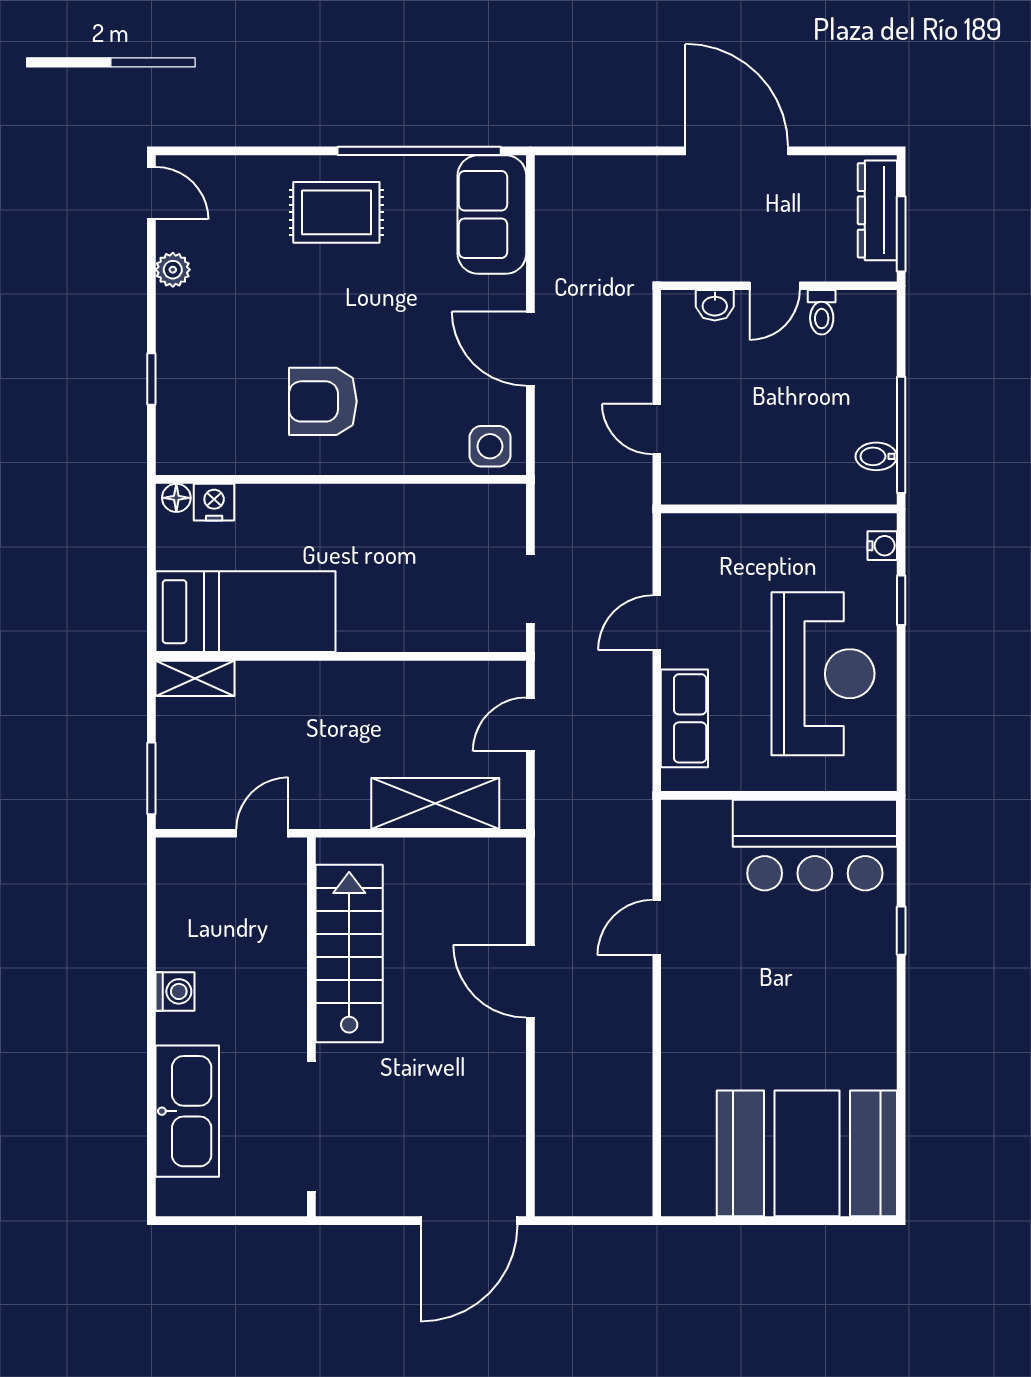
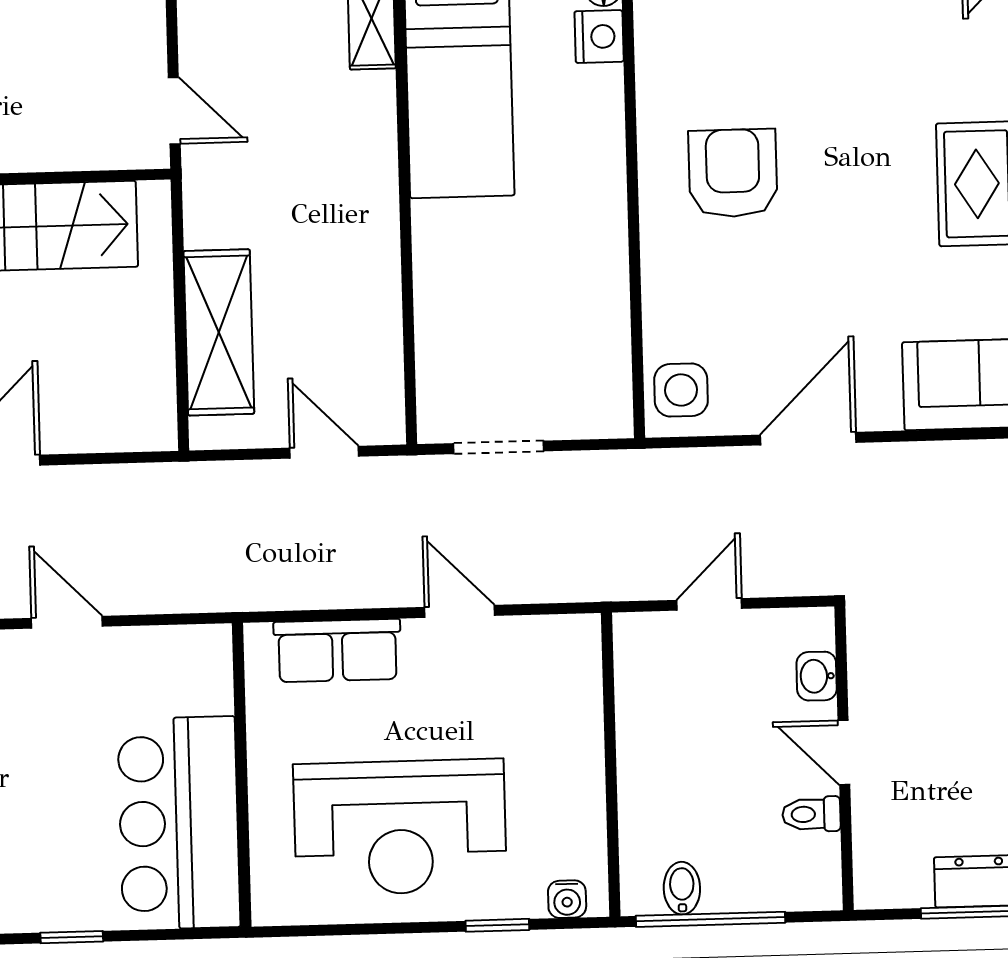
door: (775, 286) -> (844, 753), moved
wall: (779, 286) -> (844, 758), moved
washbasin: (715, 305) -> (817, 676), moved
toilet: (822, 312) -> (811, 814), moved

